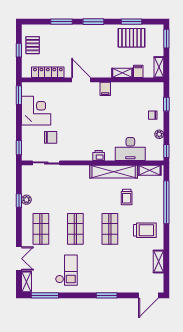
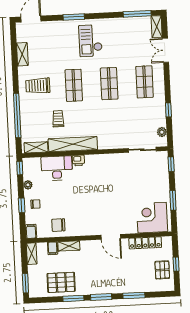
window: (132, 22) -> (73, 298), moved
filing cabinet: (105, 89) -> (31, 231), moved
window: (19, 95) -> (173, 200), moved
window: (166, 104) -> (22, 205), moved
corner desk: (36, 111) -> (152, 218), moved, turned 90
chair: (51, 137) -> (58, 225), moved
printer: (99, 156) -> (78, 160), moved
plant: (26, 200) -> (162, 132), moved
checkout: (66, 270) -> (91, 41), moved

